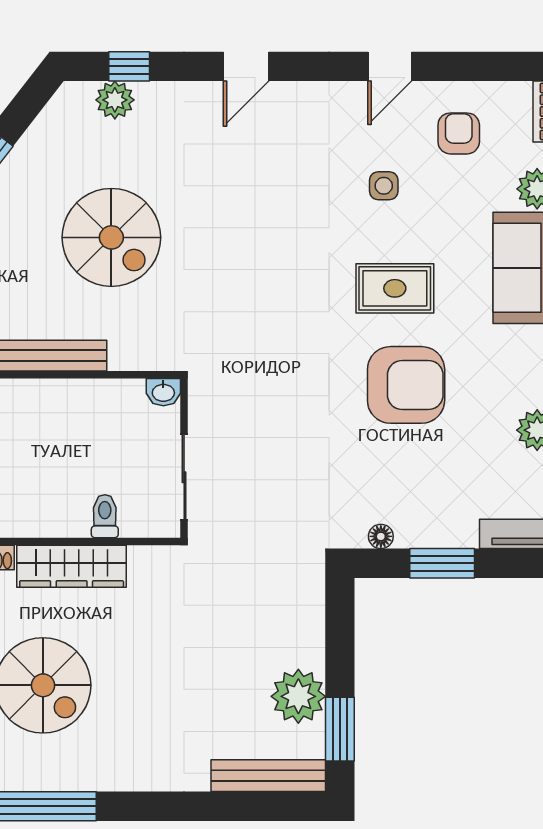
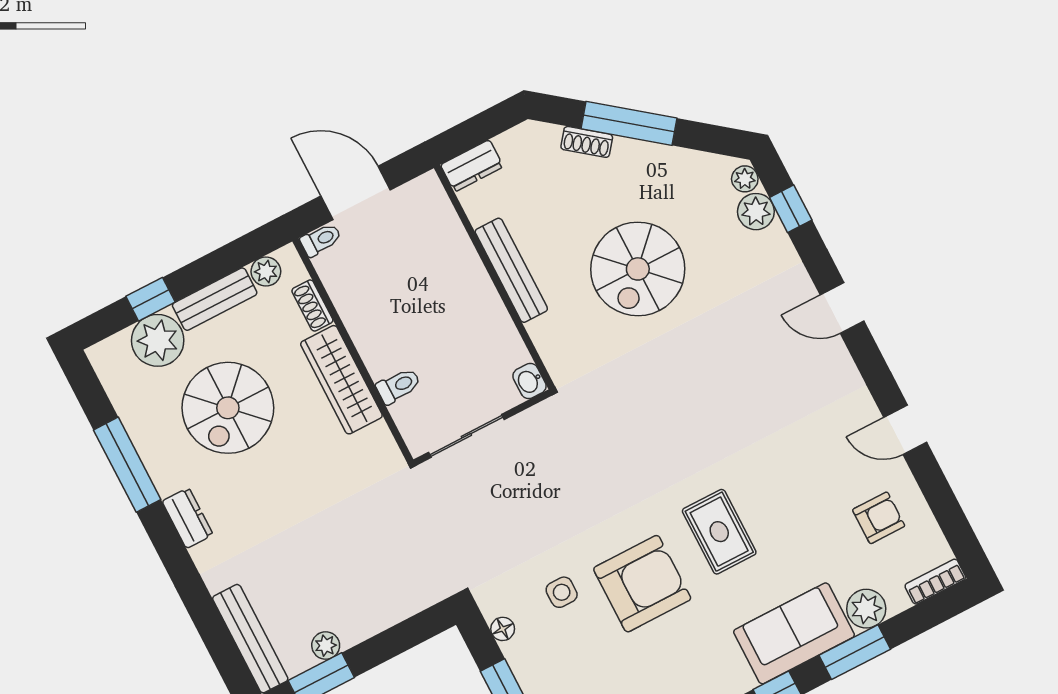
plant: (79, 95) -> (745, 179), added
side table: (384, 186) -> (562, 592), moved
armchair: (406, 385) -> (642, 584), turned -90
plant: (298, 696) -> (326, 645), width x0.53, depth x0.53
dresser: (126, 776) -> (188, 518), added

